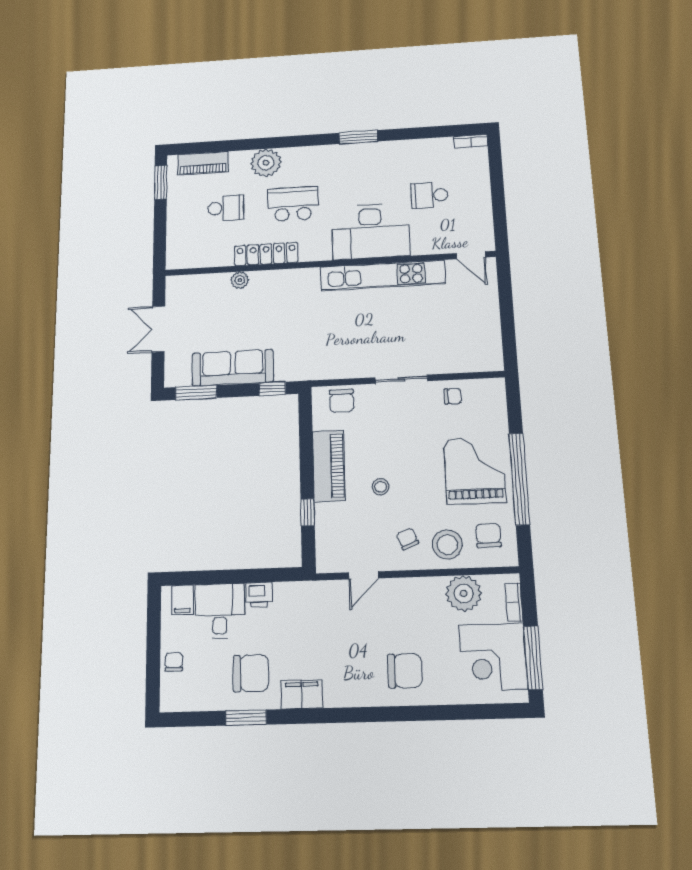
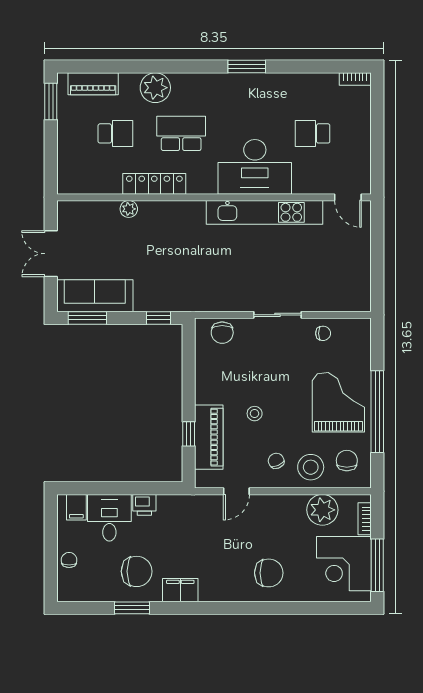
sofa: (233, 368) -> (95, 296), moved
piano: (329, 466) -> (209, 437), moved

